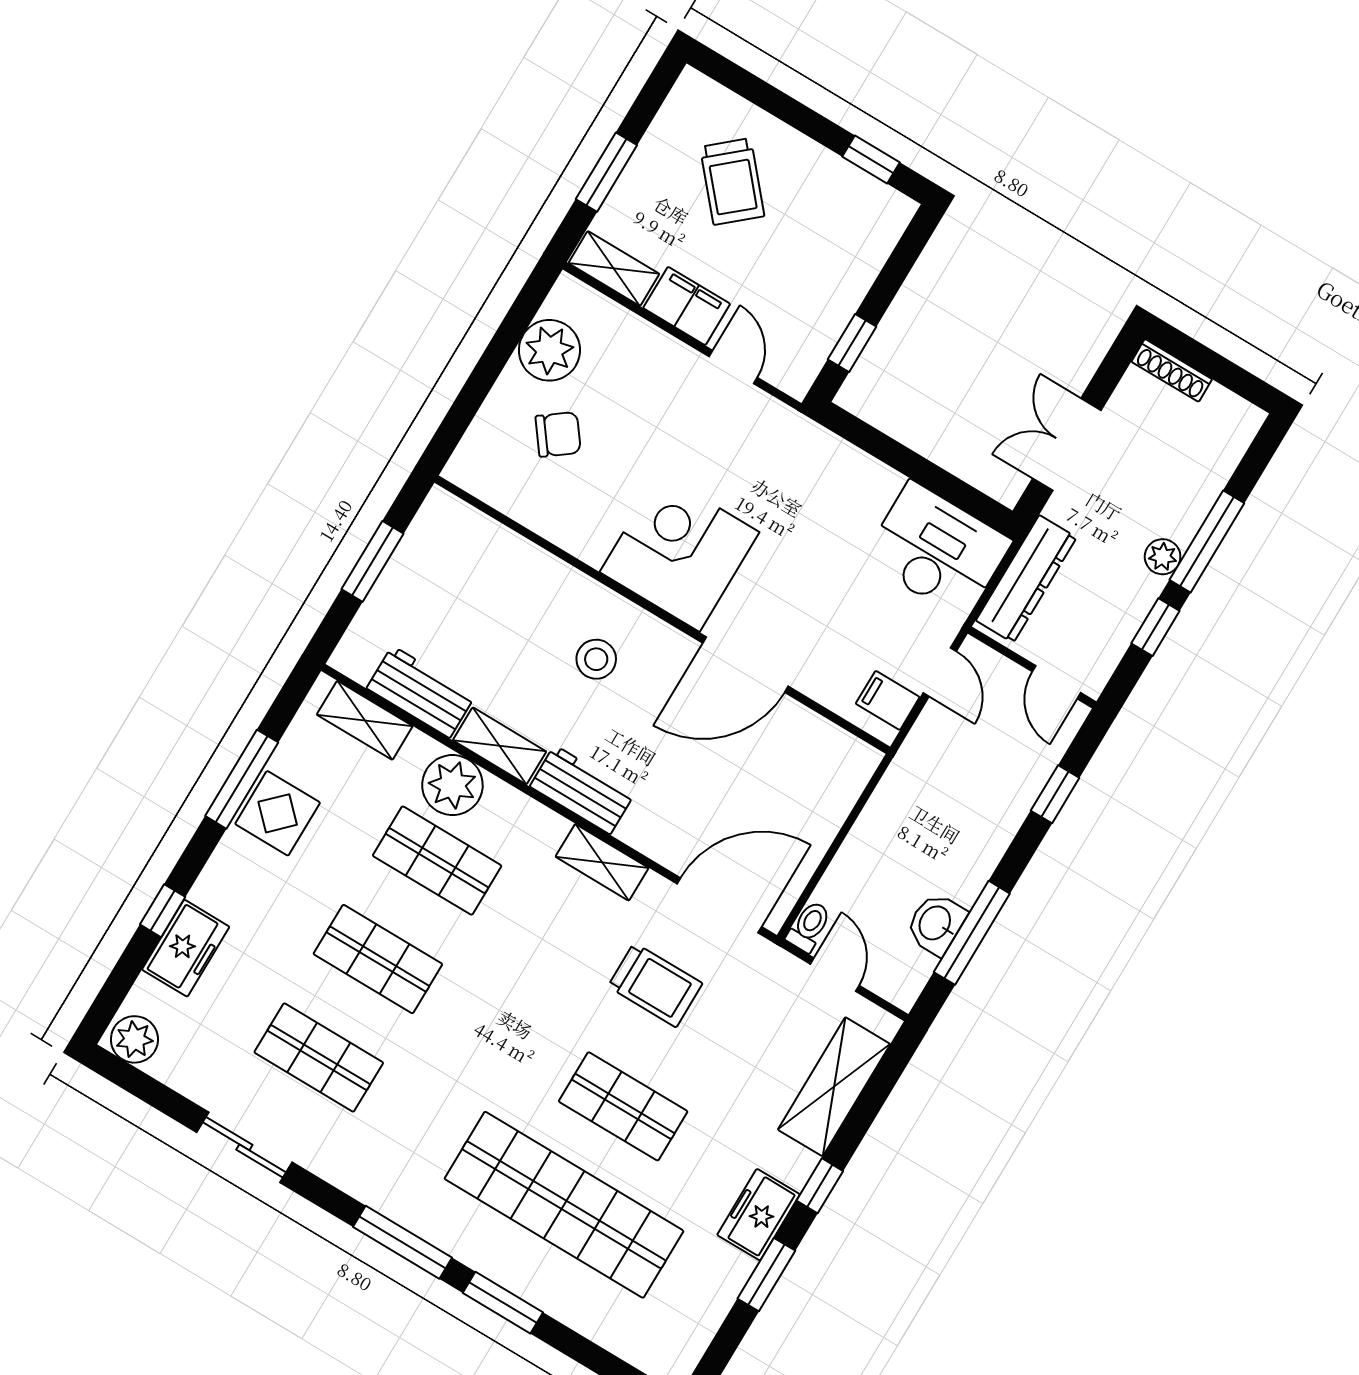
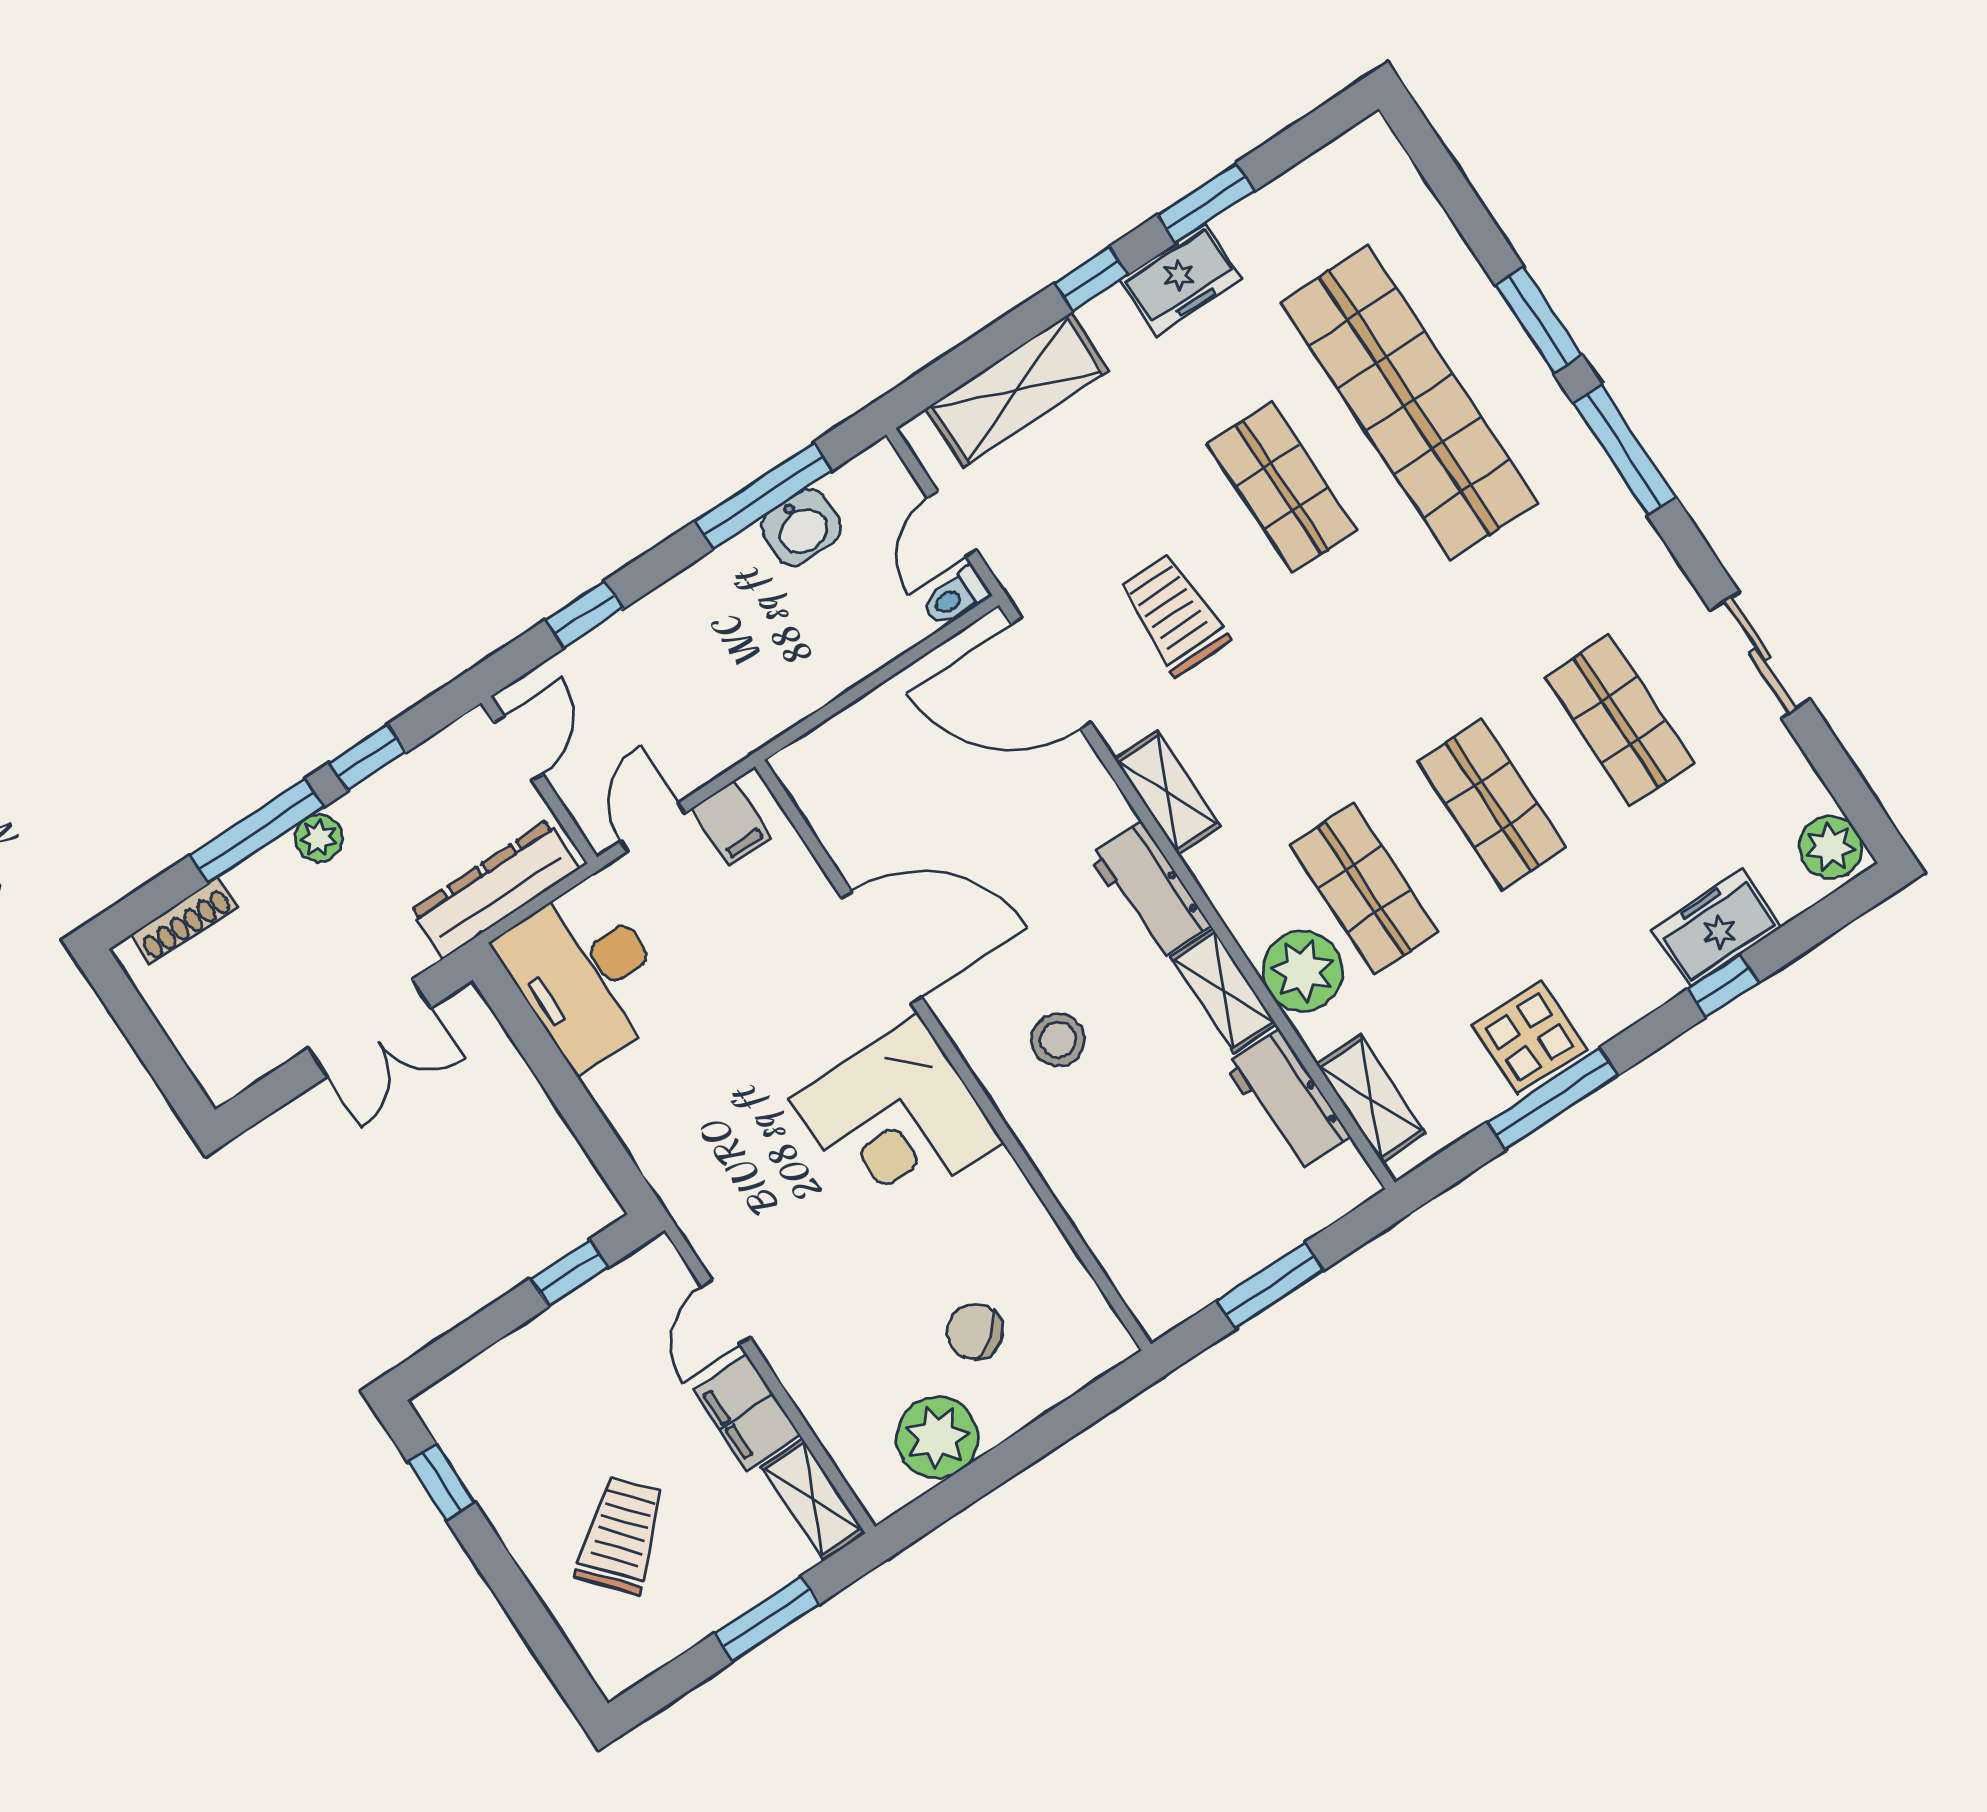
shoe rack: (1172, 370) -> (184, 921), moved, turned 90

